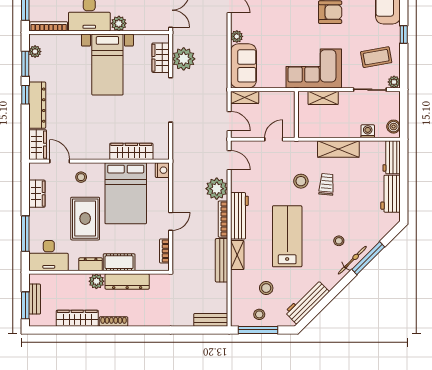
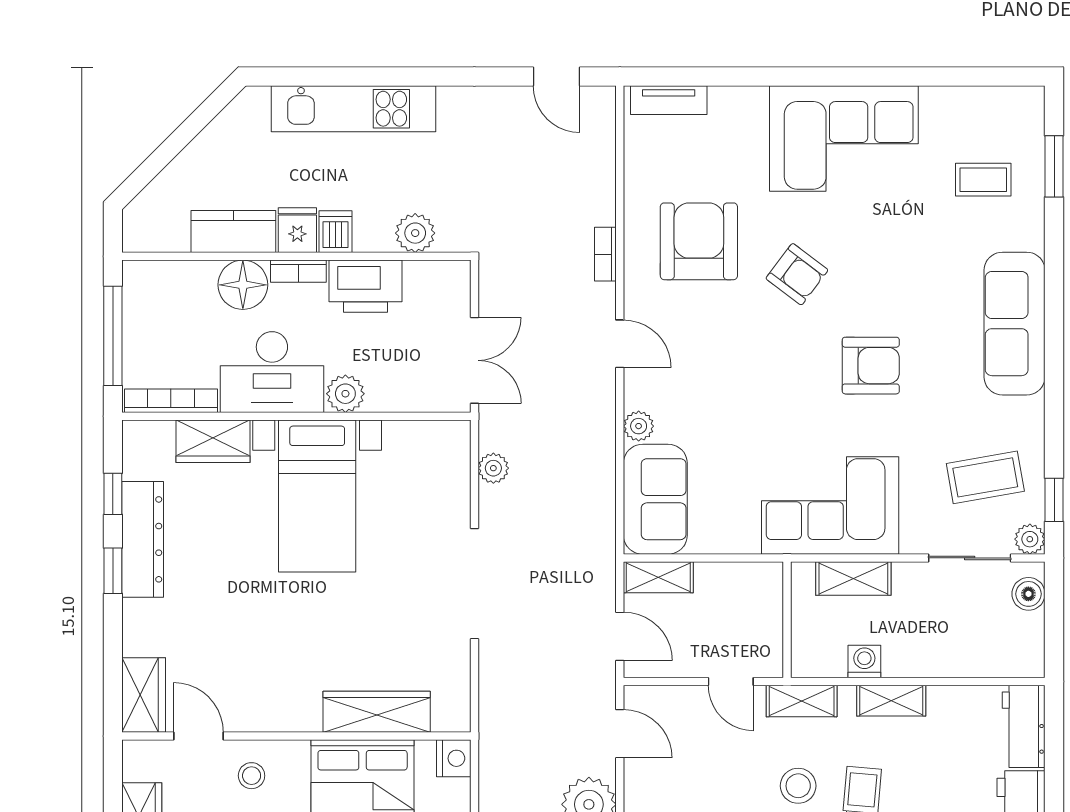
window: (404, 35) -> (1054, 500), moved
plant: (35, 52) -> (137, 463), removed
wardrobe: (161, 58) -> (213, 441), moved, turned -90
plant: (184, 59) -> (493, 468), width x0.53, depth x0.53
window: (25, 64) -> (113, 494), width x0.67
dresser: (37, 105) -> (143, 539), moved
boiler: (394, 127) -> (1028, 594), moved
washing machine: (368, 131) -> (864, 662), moved
door: (274, 139) -> (731, 682), swing flipped
shelving: (302, 147) -> (802, 701), added
shelving: (338, 149) -> (891, 701), width x0.67, depth x0.75

